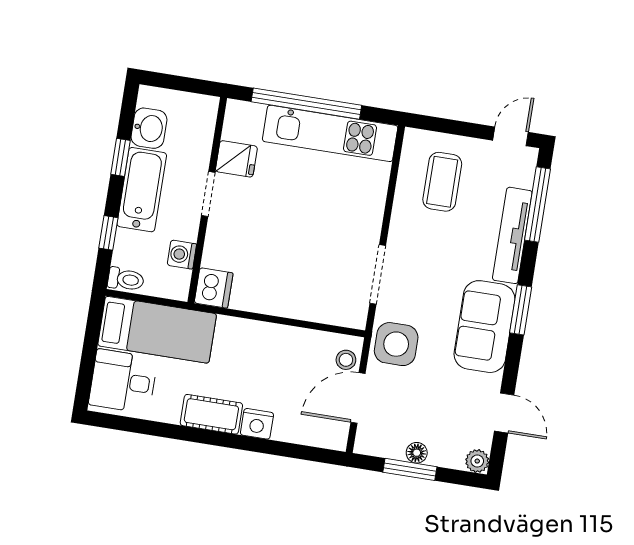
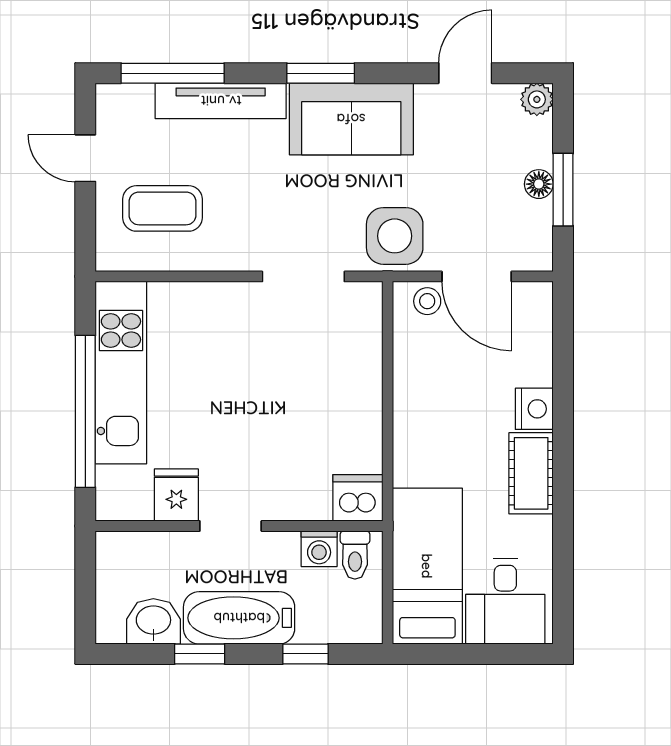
door: (511, 136) -> (85, 158), moved
toilet: (126, 279) -> (355, 555), moved, turned 180

